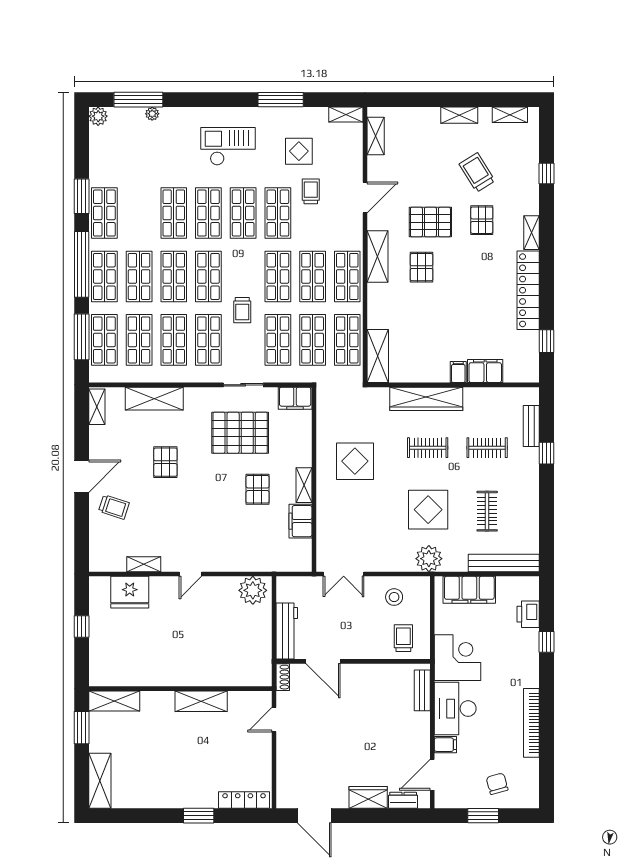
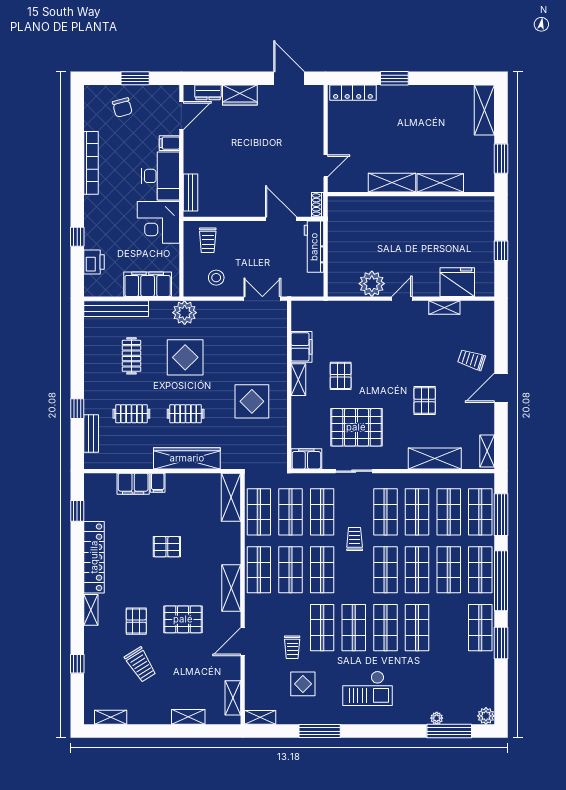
shelving: (459, 115) -> (188, 717), moved
pallet: (422, 267) -> (167, 547), moved, turned 90
plant: (253, 590) -> (372, 284), moved
shelving: (114, 701) -> (440, 183), moved

